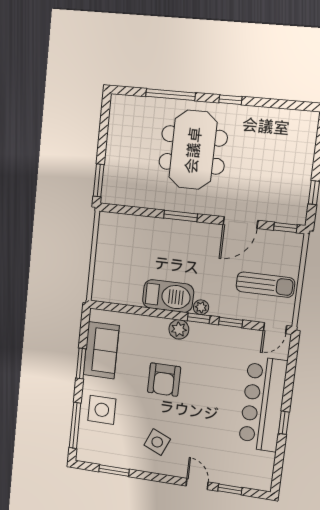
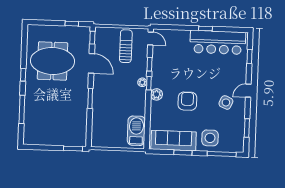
meeting table: (193, 150) -> (53, 61), moved
barbecue: (168, 296) -> (136, 131), moved
sofa: (101, 350) -> (174, 141), width x1.36
armchair: (164, 380) -> (187, 101), turned -90
bar counter: (263, 404) -> (218, 42), moved
door: (197, 484) -> (248, 91), moved

